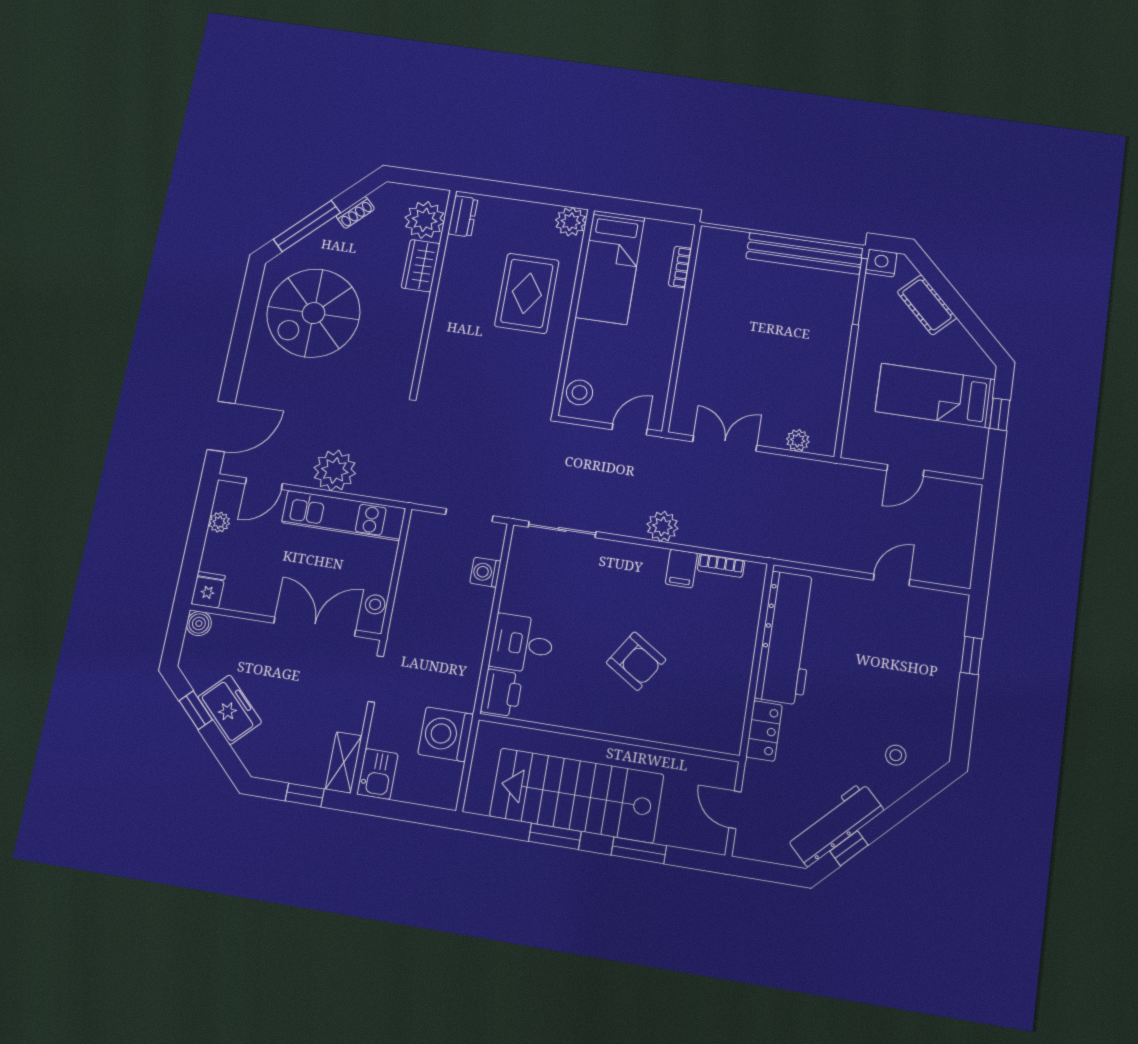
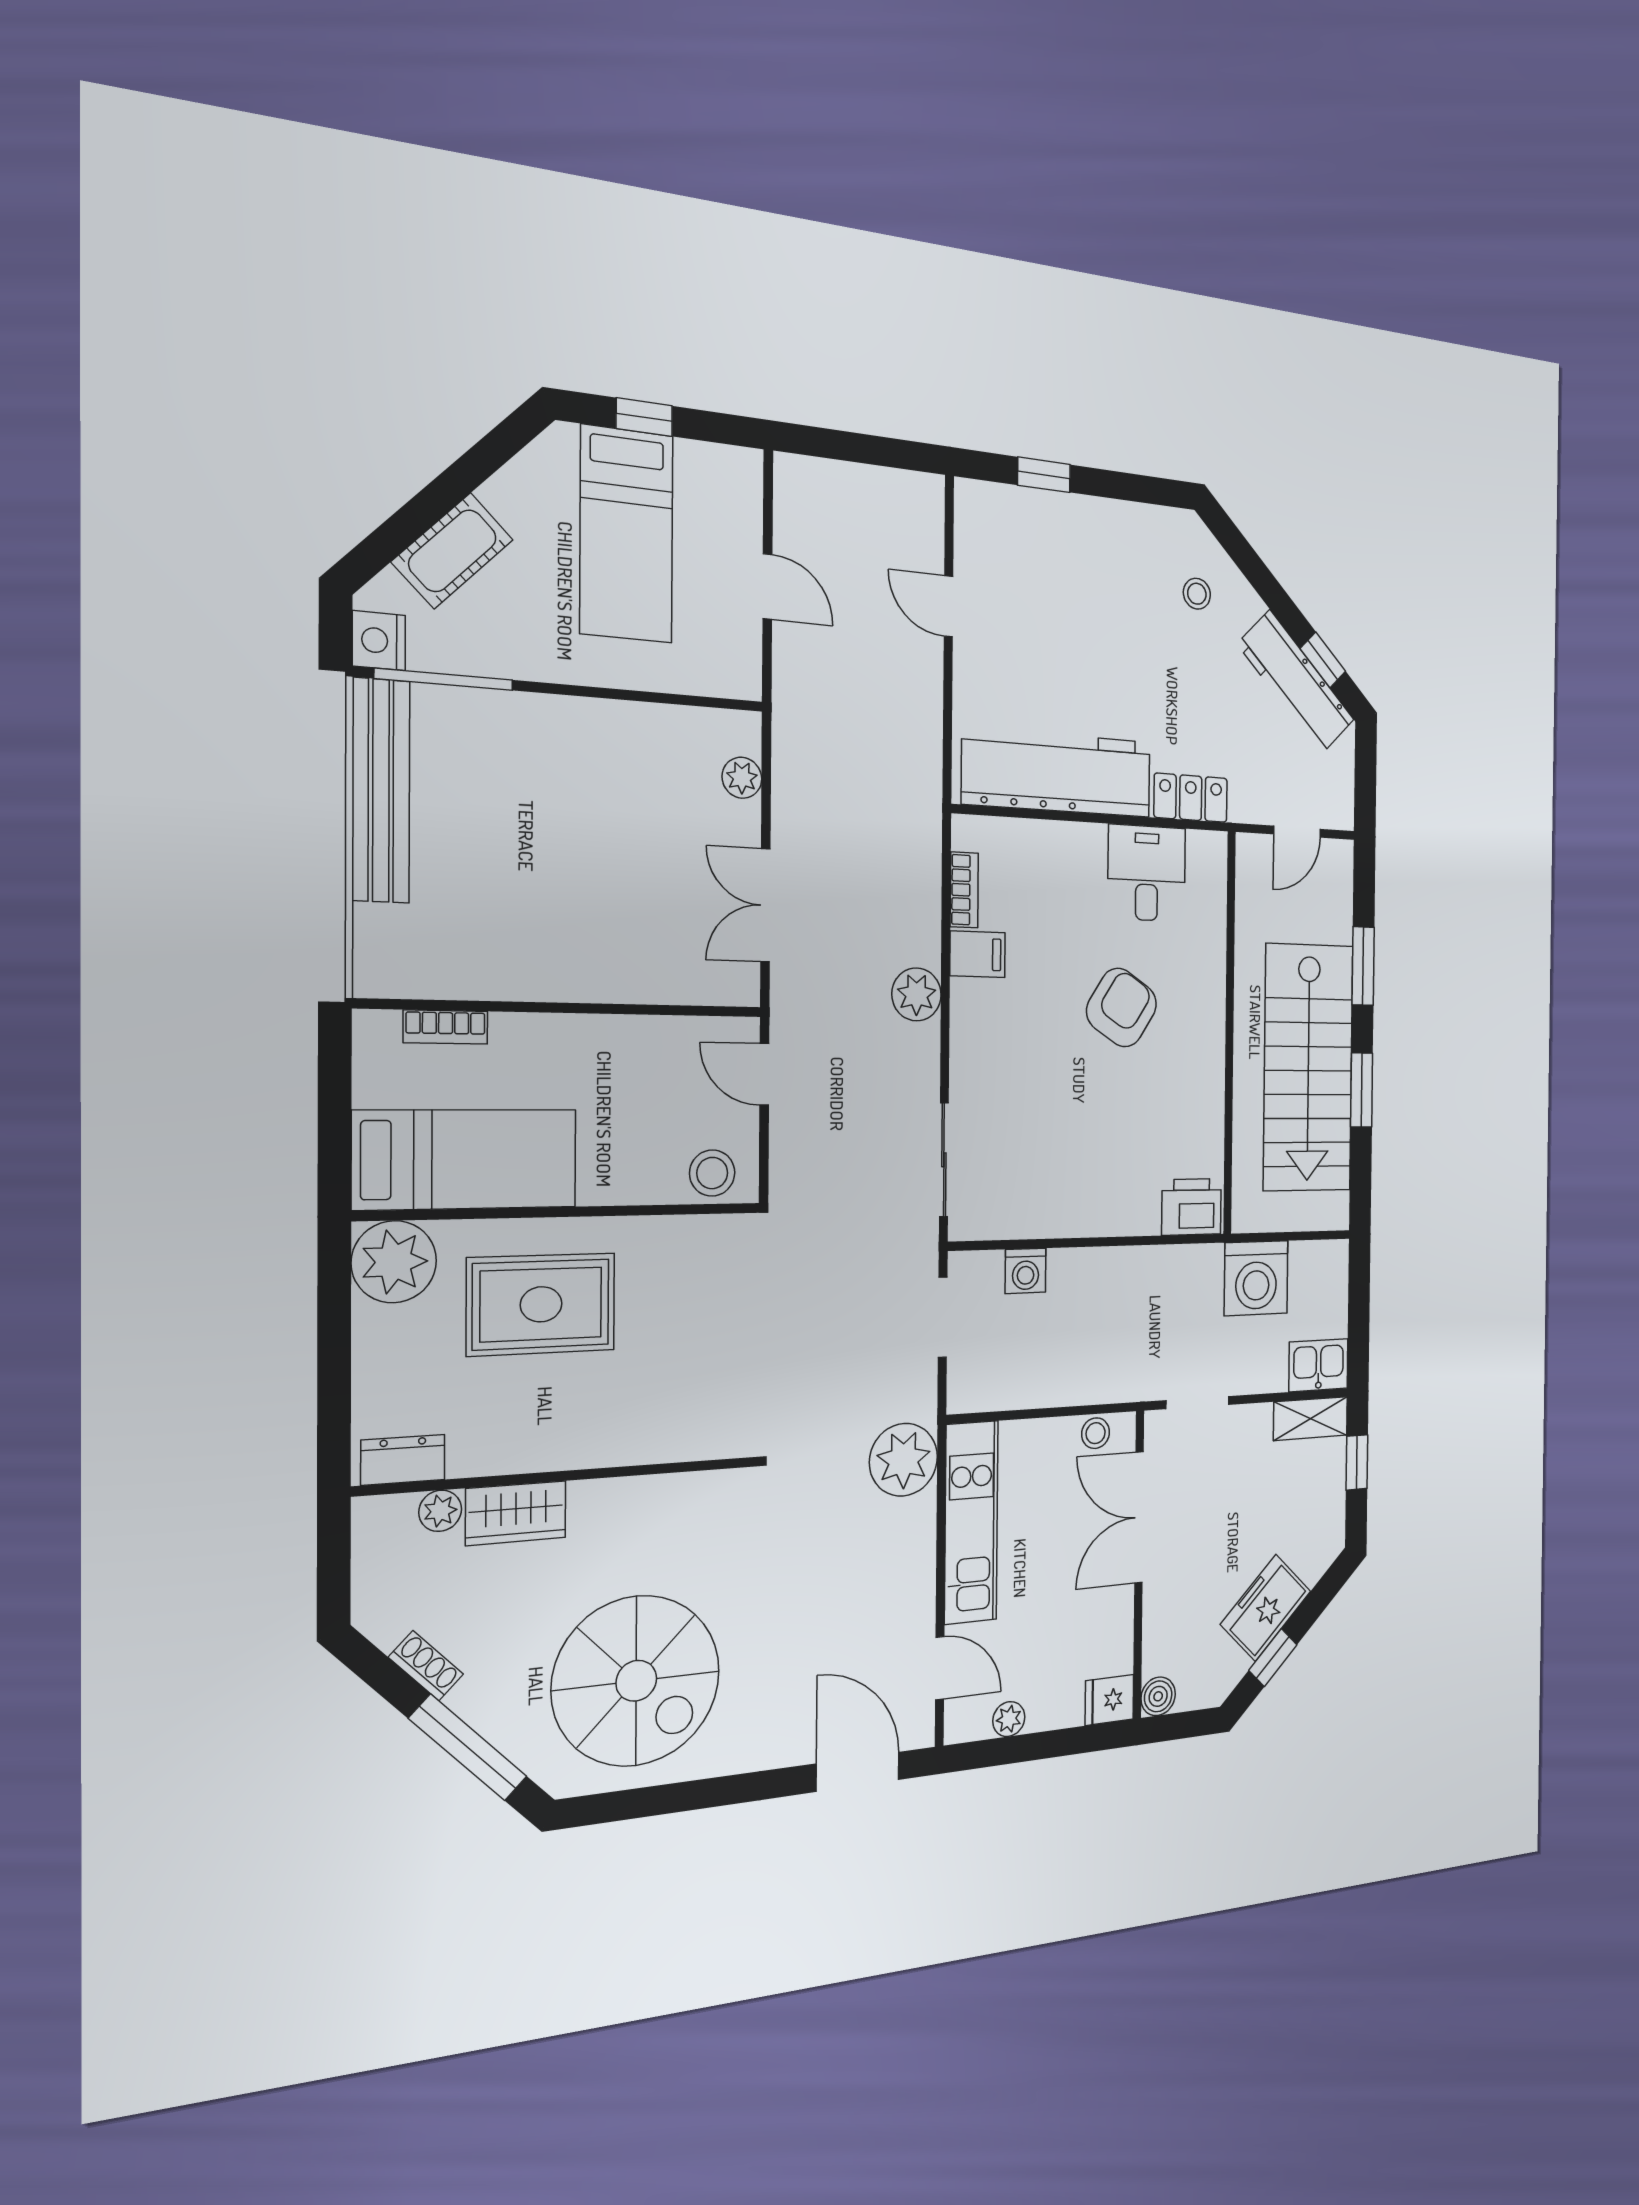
plant: (425, 220) -> (440, 1511), width x0.53, depth x0.53
plant: (571, 222) -> (394, 1262), width x1.36, depth x1.36
plant: (335, 470) -> (904, 1460), moved
desk: (522, 644) -> (1147, 873), moved, turned 180

